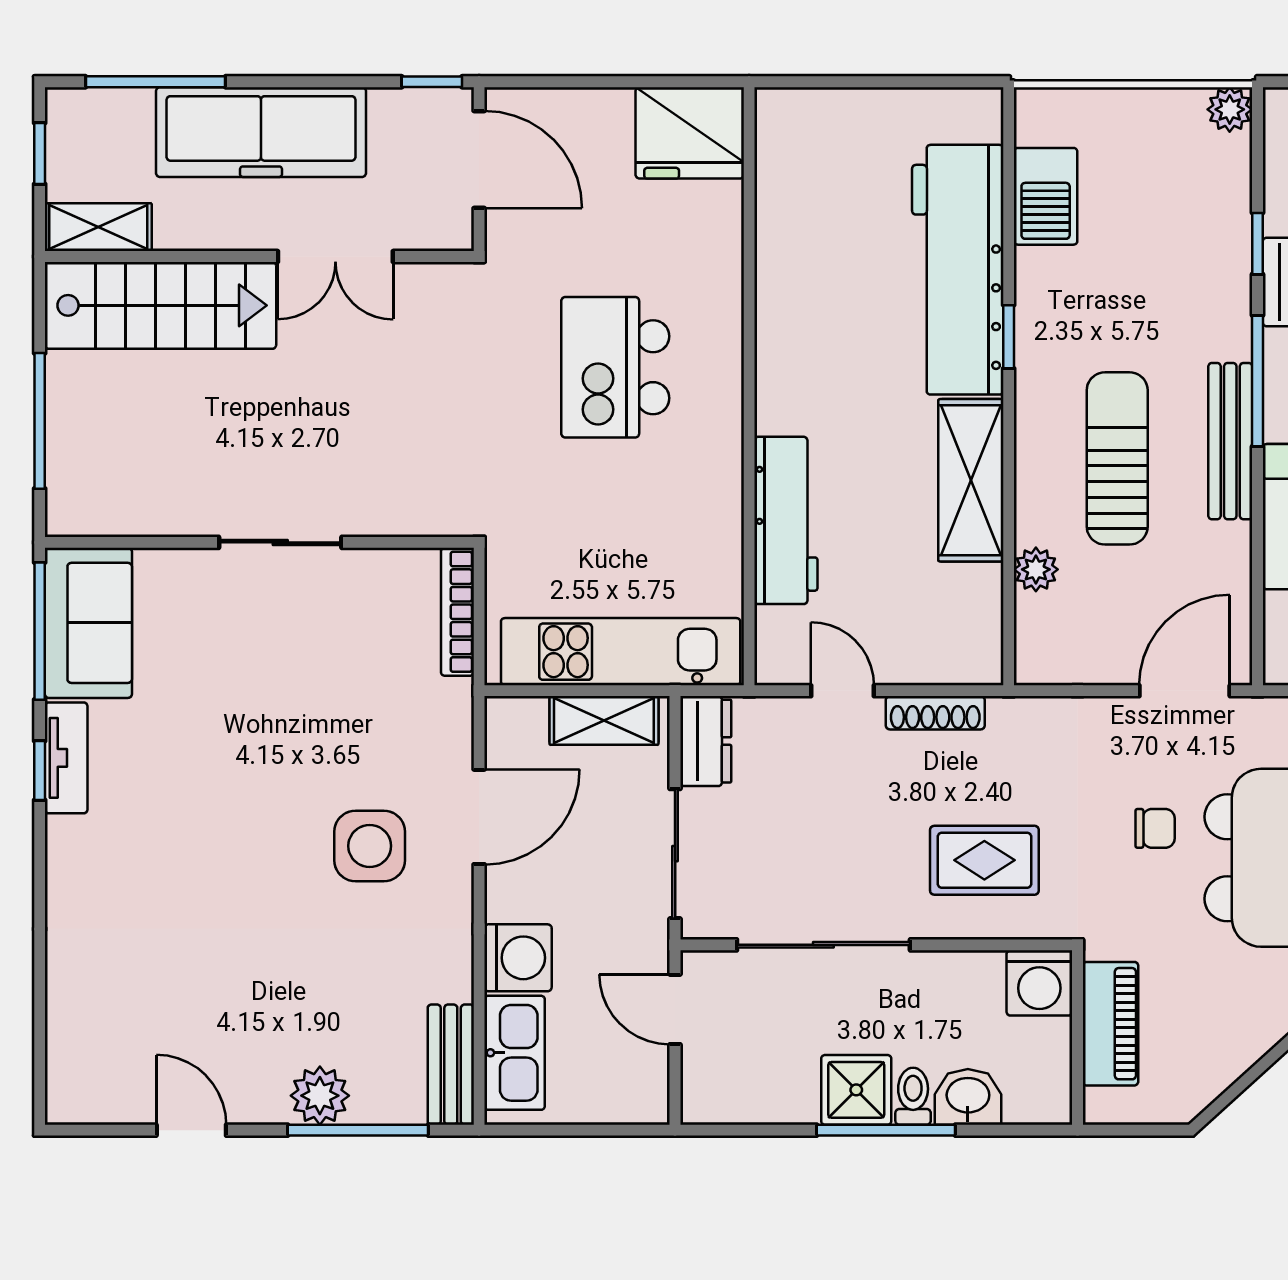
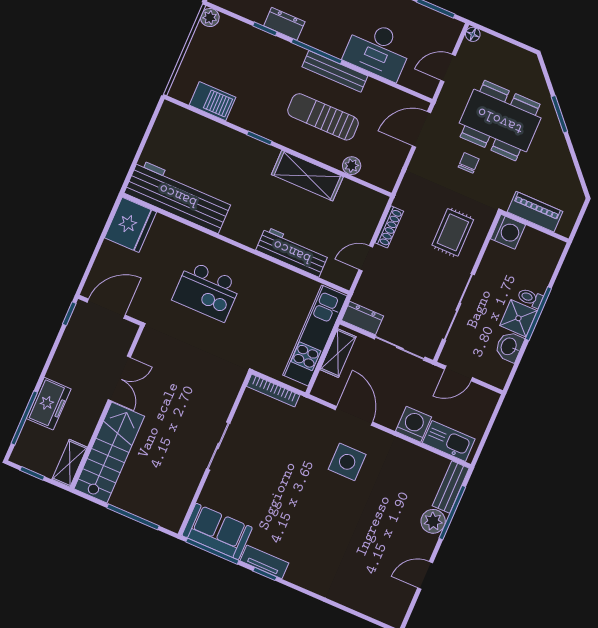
freezer: (261, 132) -> (49, 404), width x0.52, depth x0.79
workbench: (958, 270) -> (178, 196), moved, turned 180
door: (1185, 691) -> (422, 129), hinge flipped
bench: (451, 1065) -> (451, 487), moved, turned 90
washbasin: (968, 1097) -> (509, 347), moved

